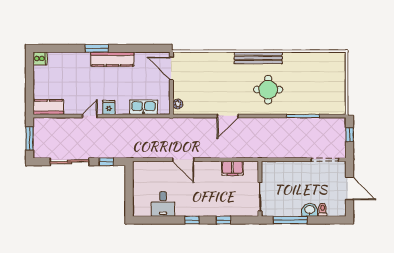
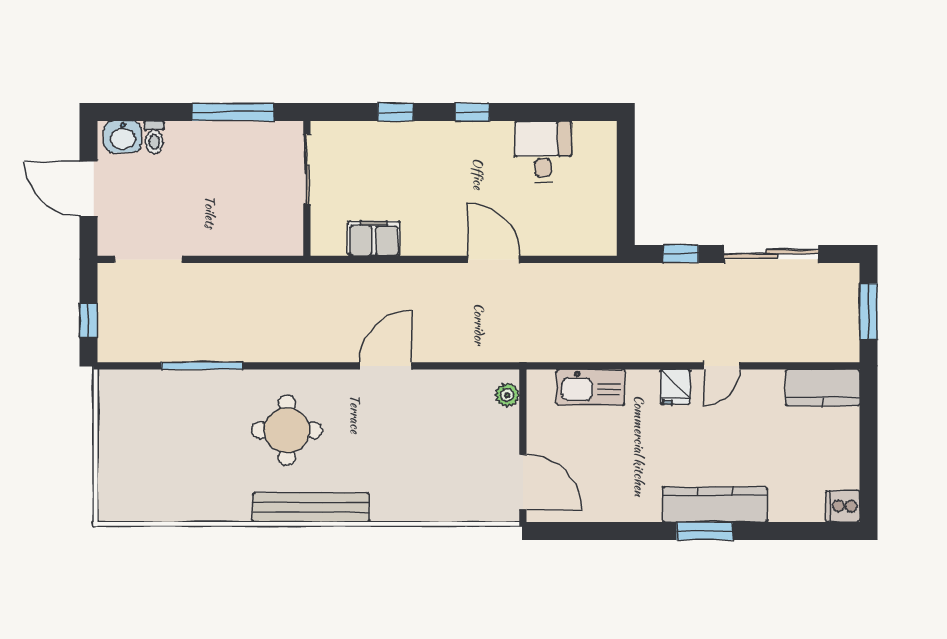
kitchen counter: (112, 59) -> (715, 505), moved
washbasin: (310, 210) -> (123, 137), moved

